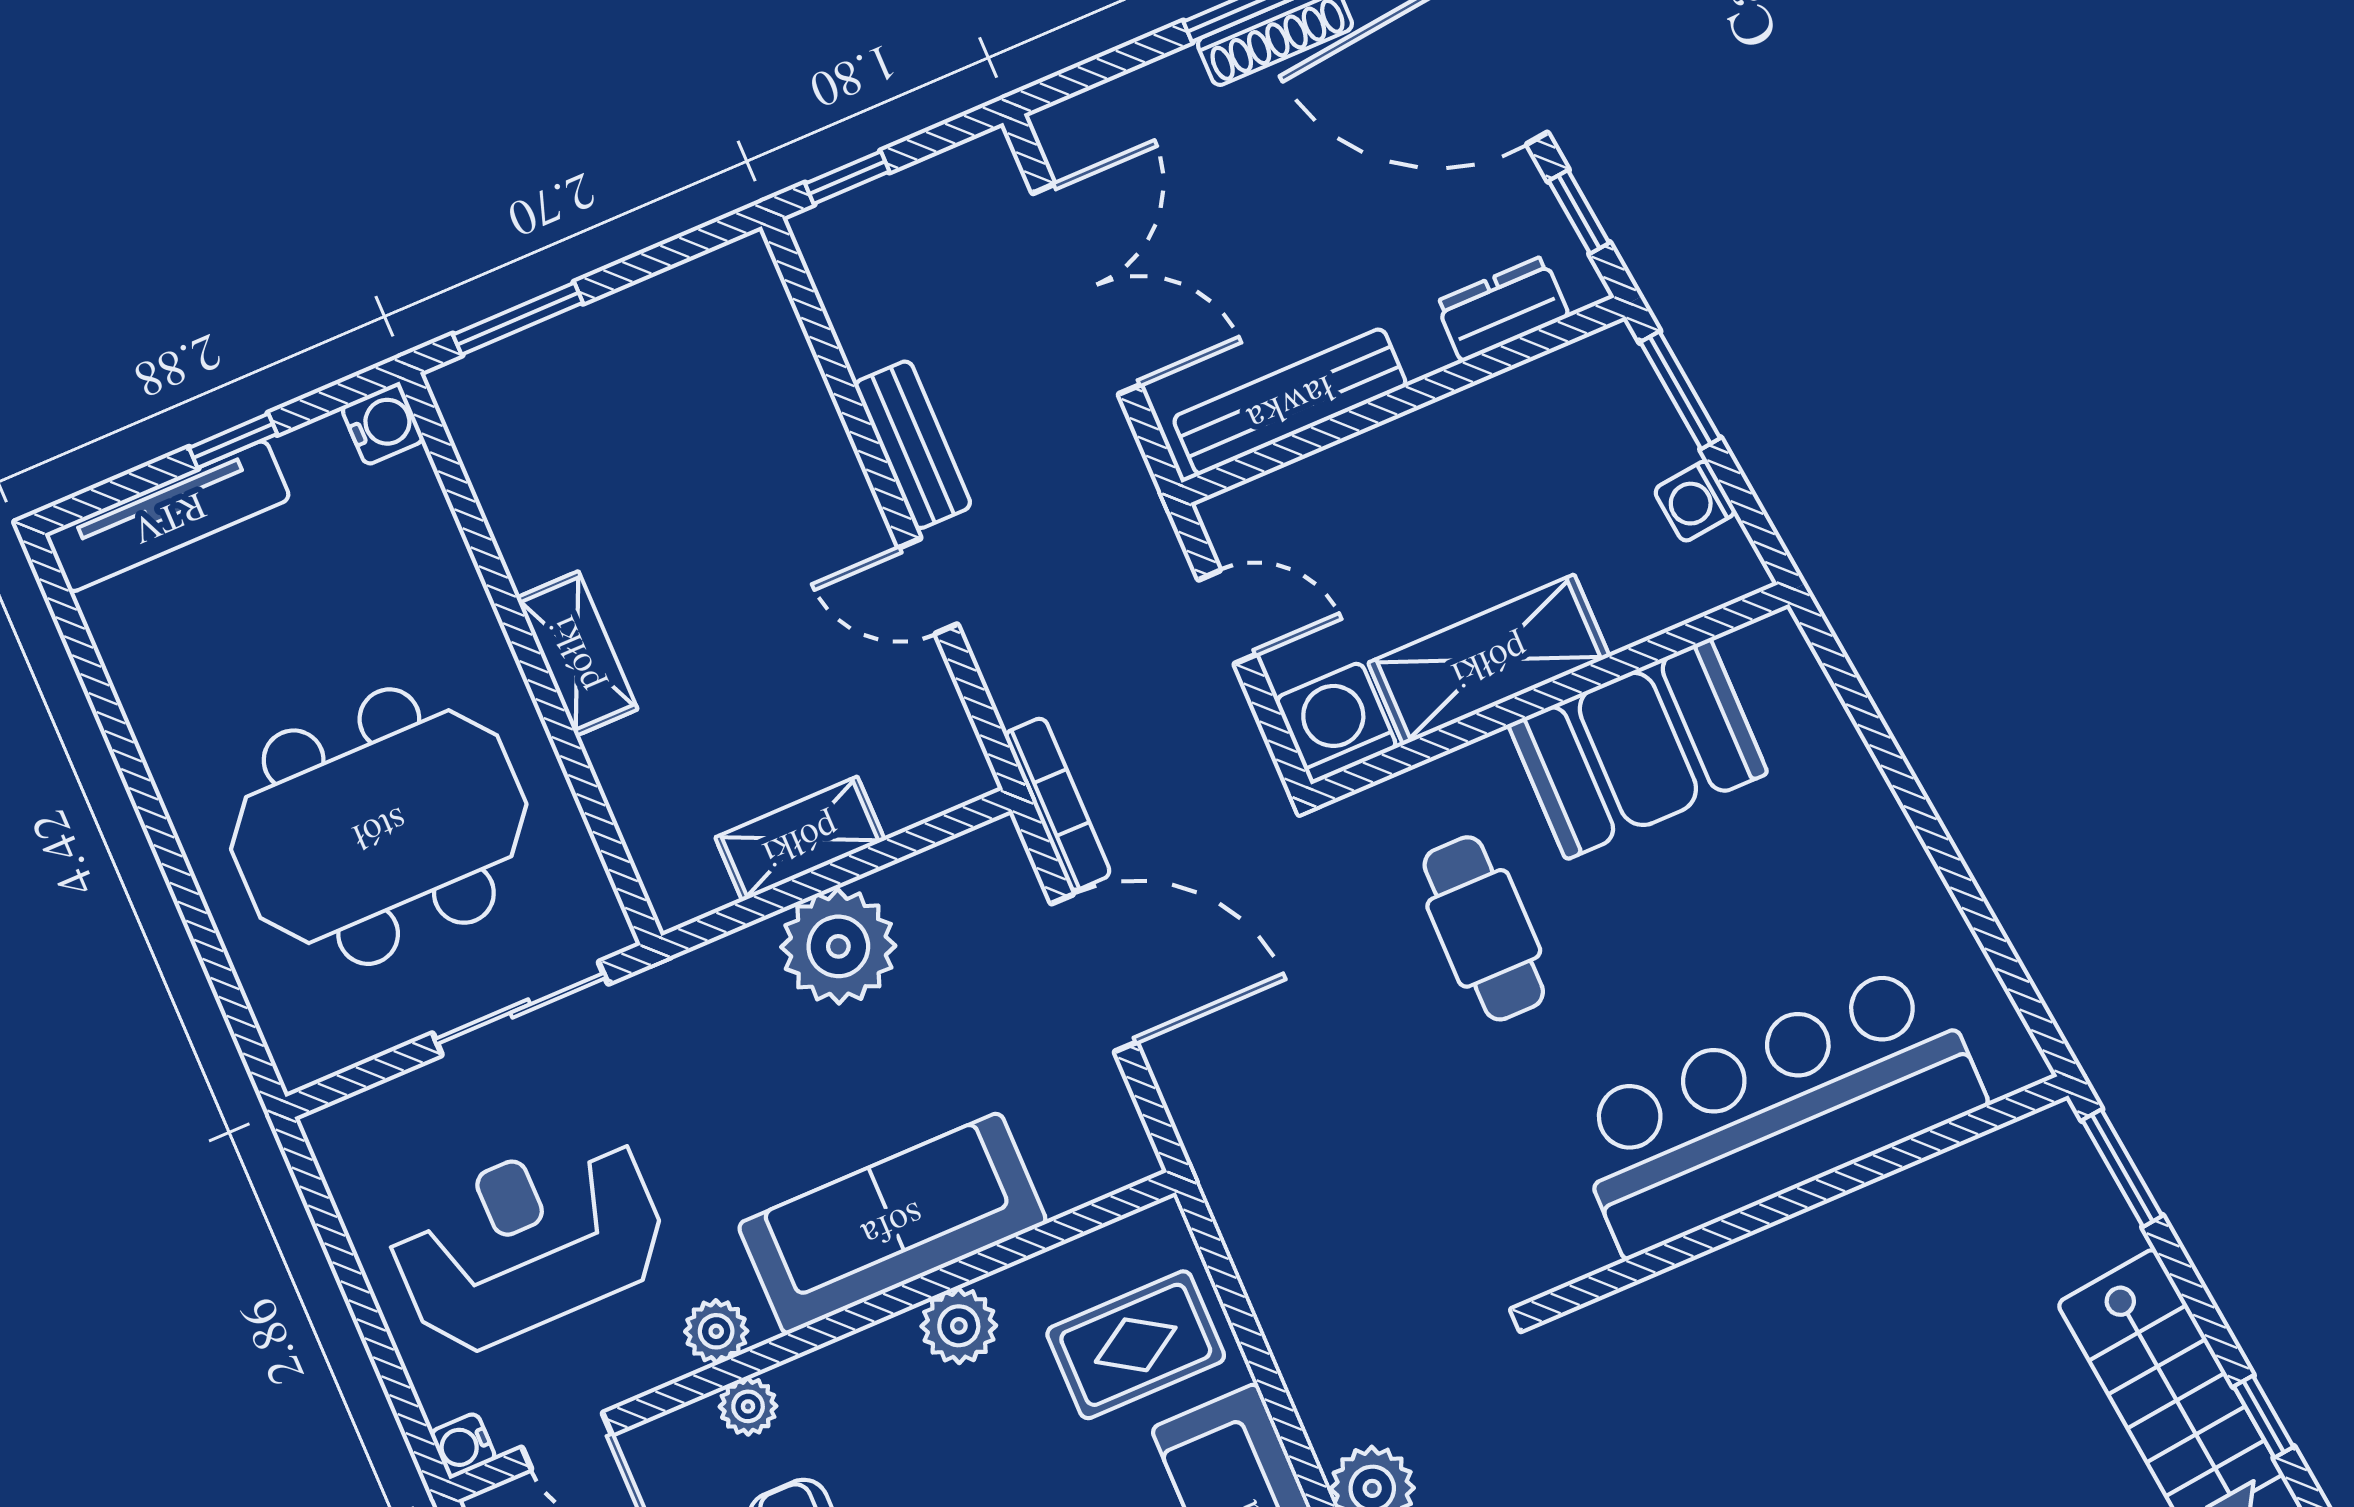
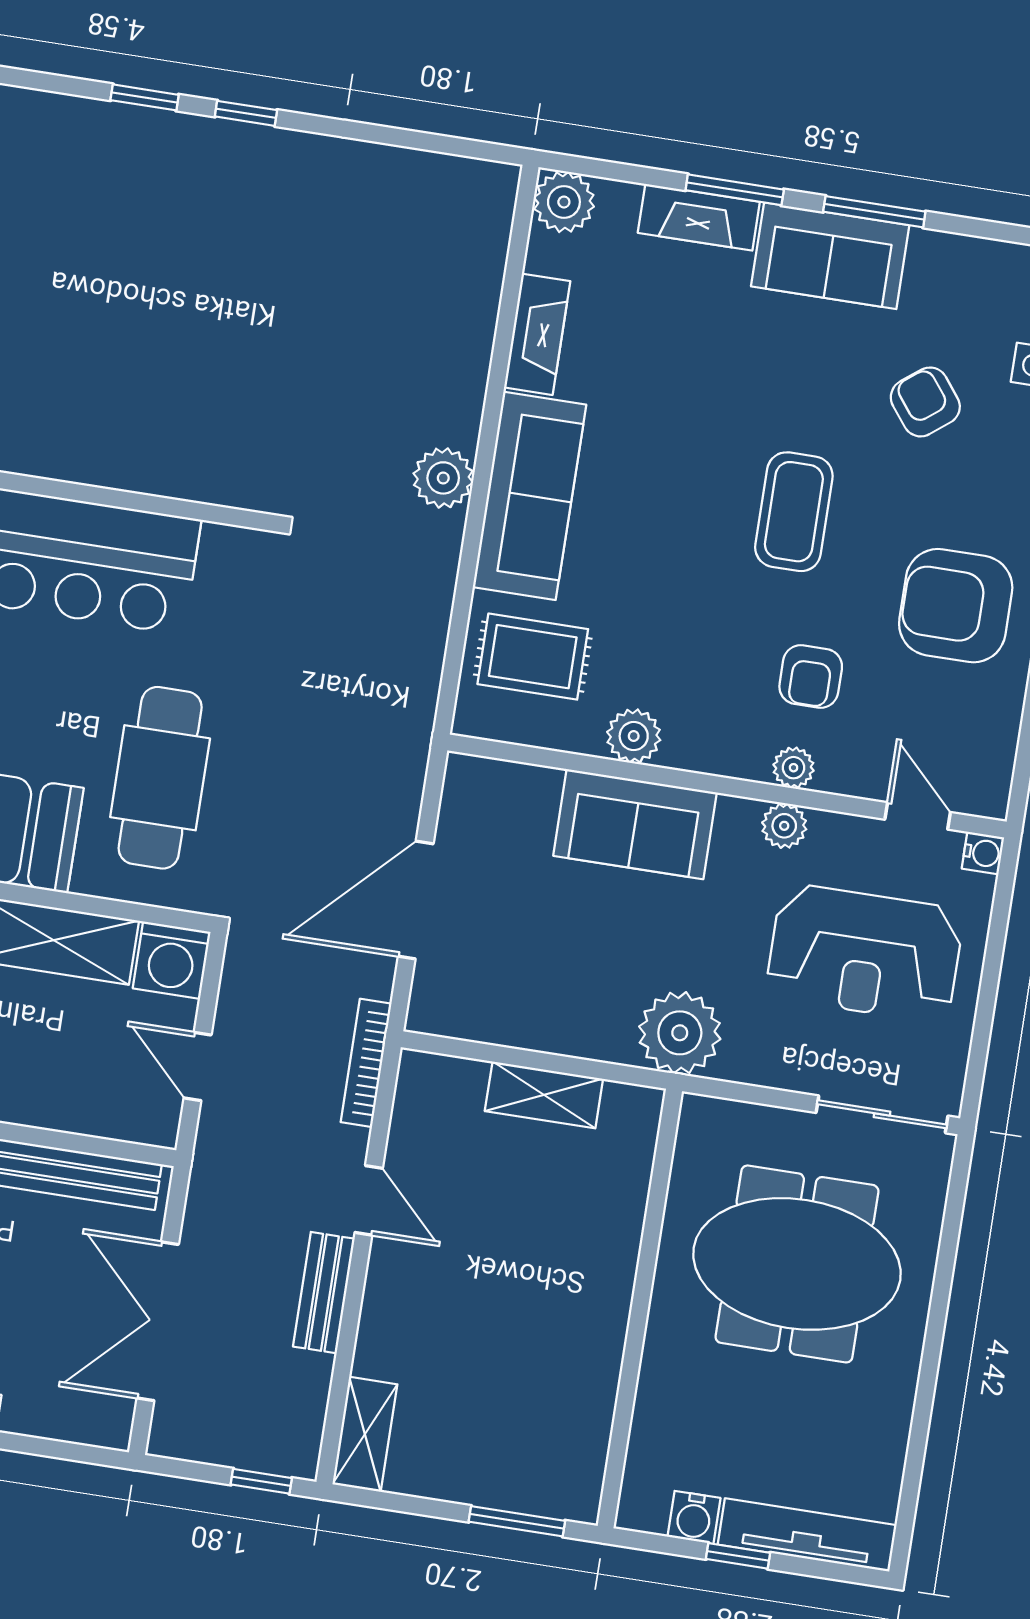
water cooler: (383, 424) -> (694, 1517), moved, turned -90
shelving: (577, 653) -> (365, 1434), moved
bookcase: (1058, 804) -> (366, 1063), moved
cafe table: (1484, 928) -> (160, 778), width x1.37, depth x1.35
plant: (838, 946) -> (680, 1033), moved
door: (1094, 973) -> (416, 900), hinge flipped
sliding door: (520, 1008) -> (882, 1114), moved
sofa: (892, 1223) -> (635, 824), width x0.73

